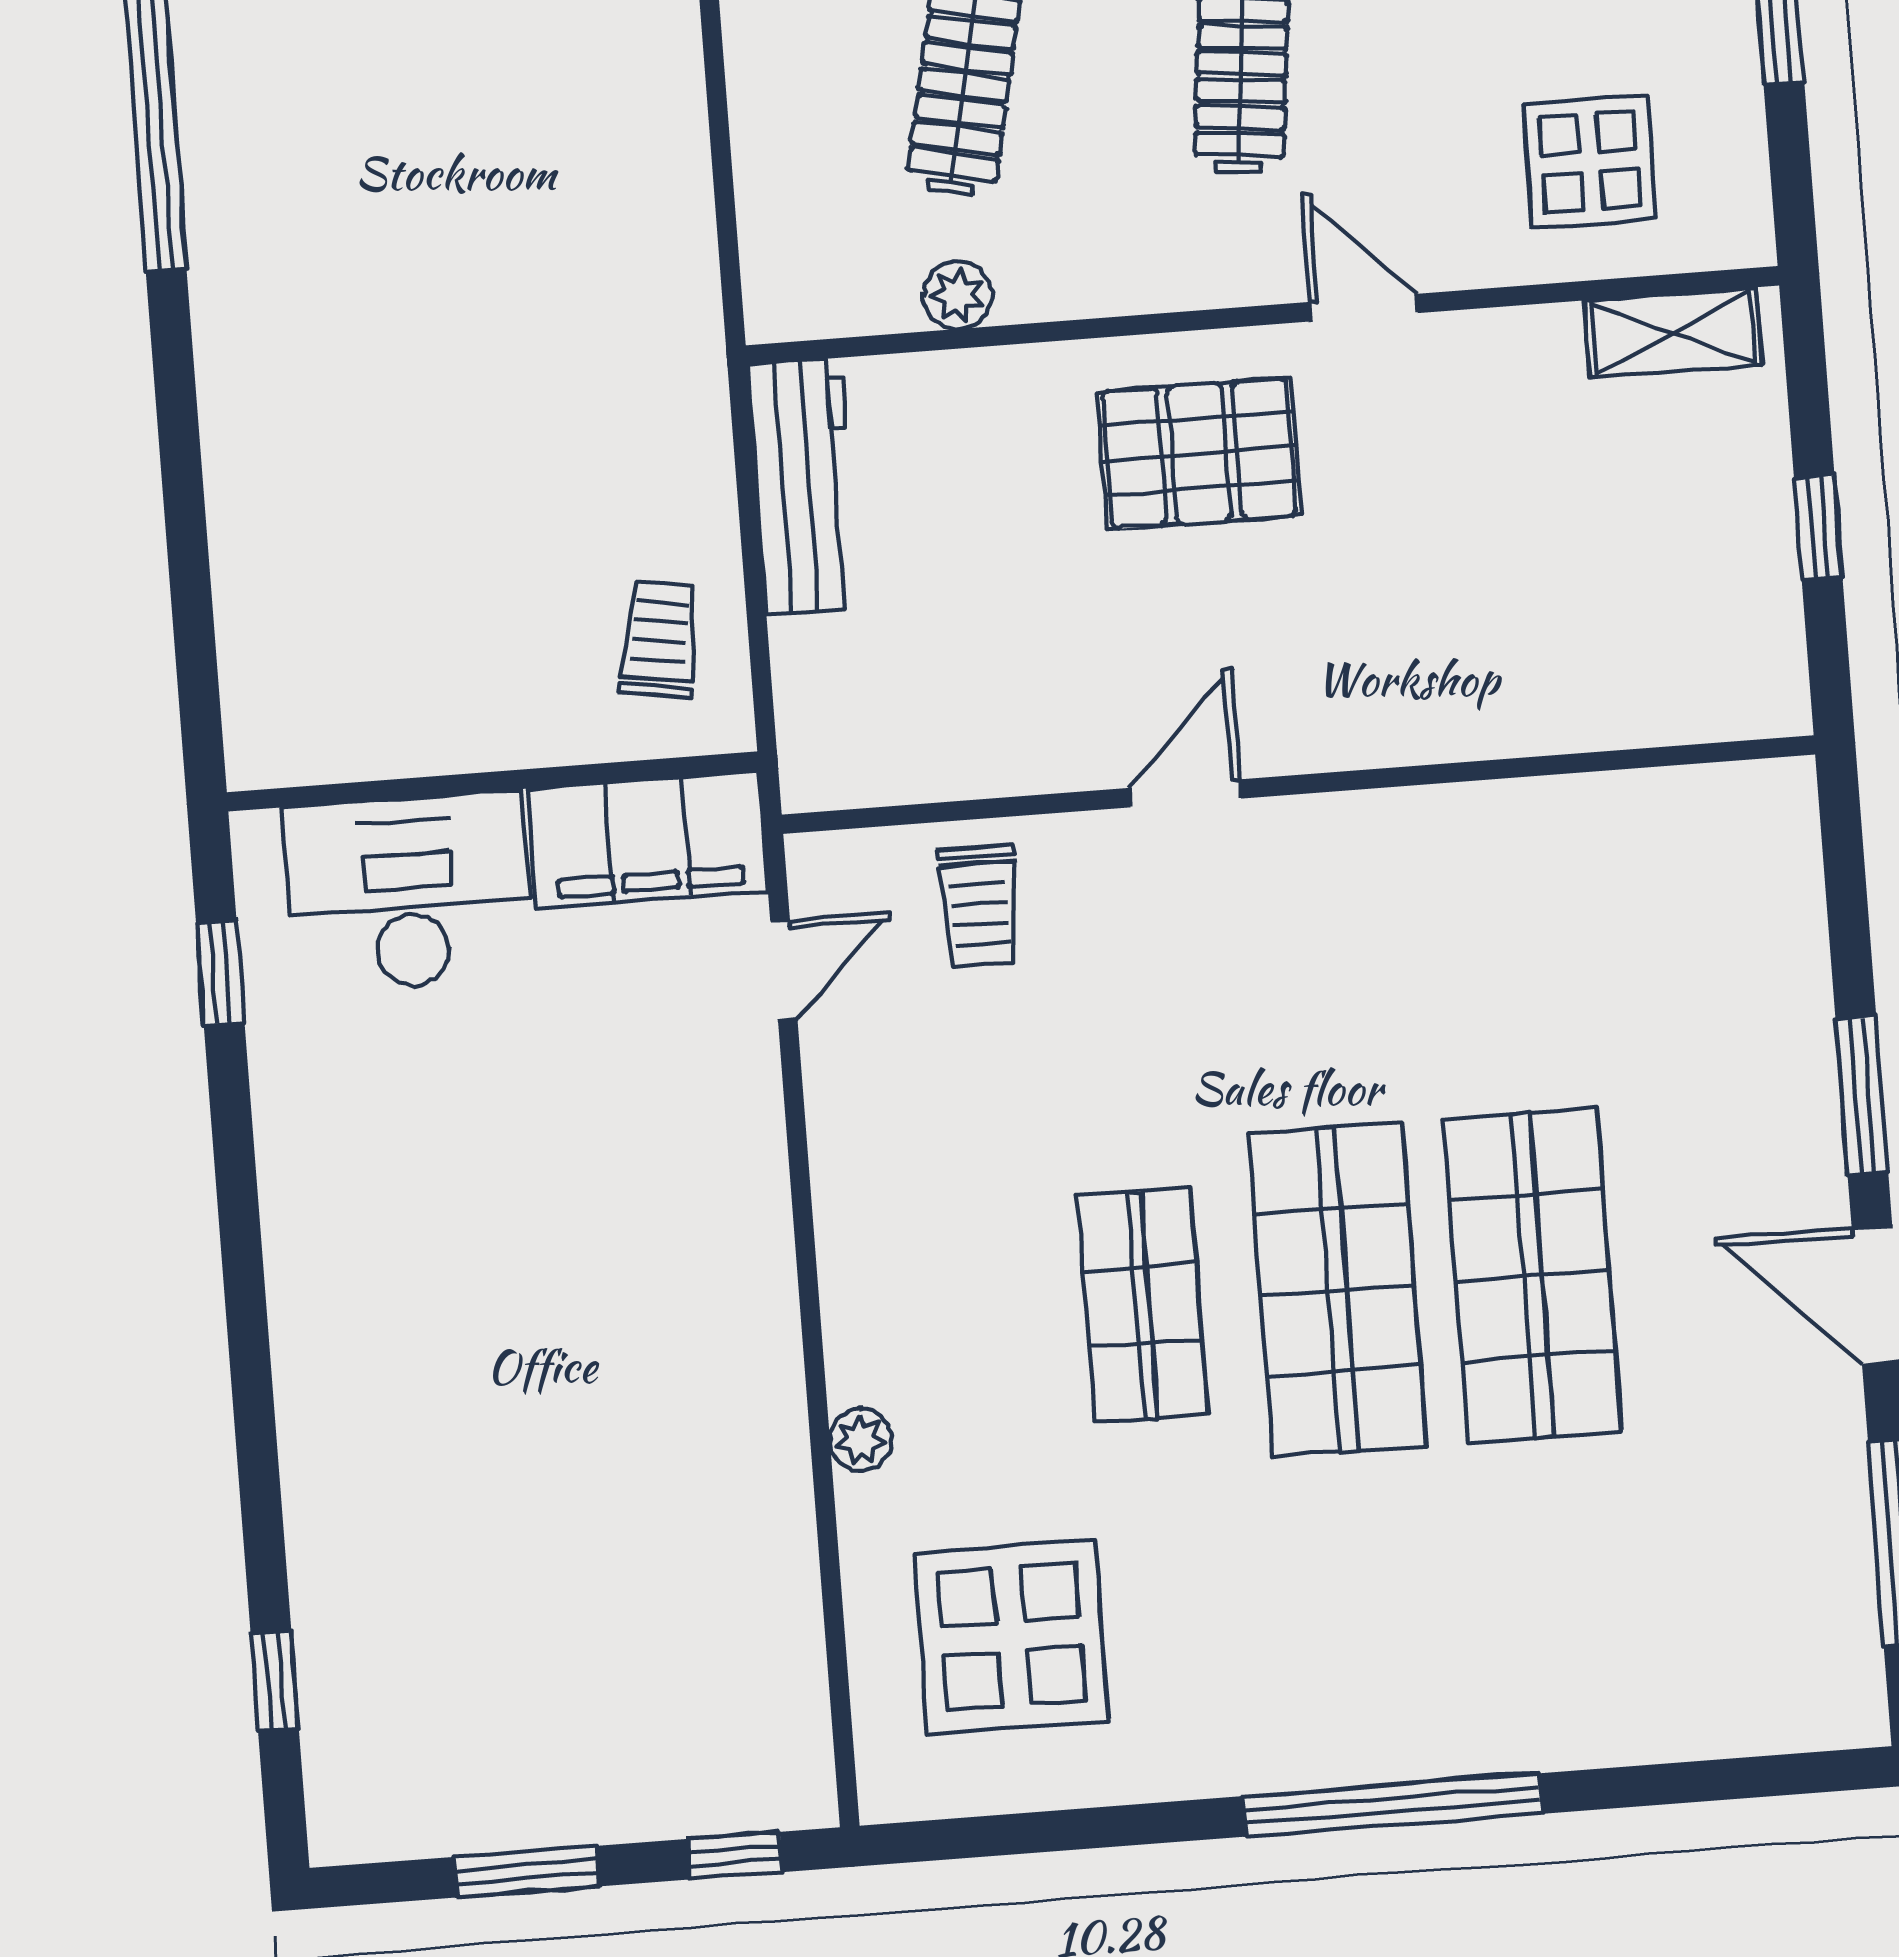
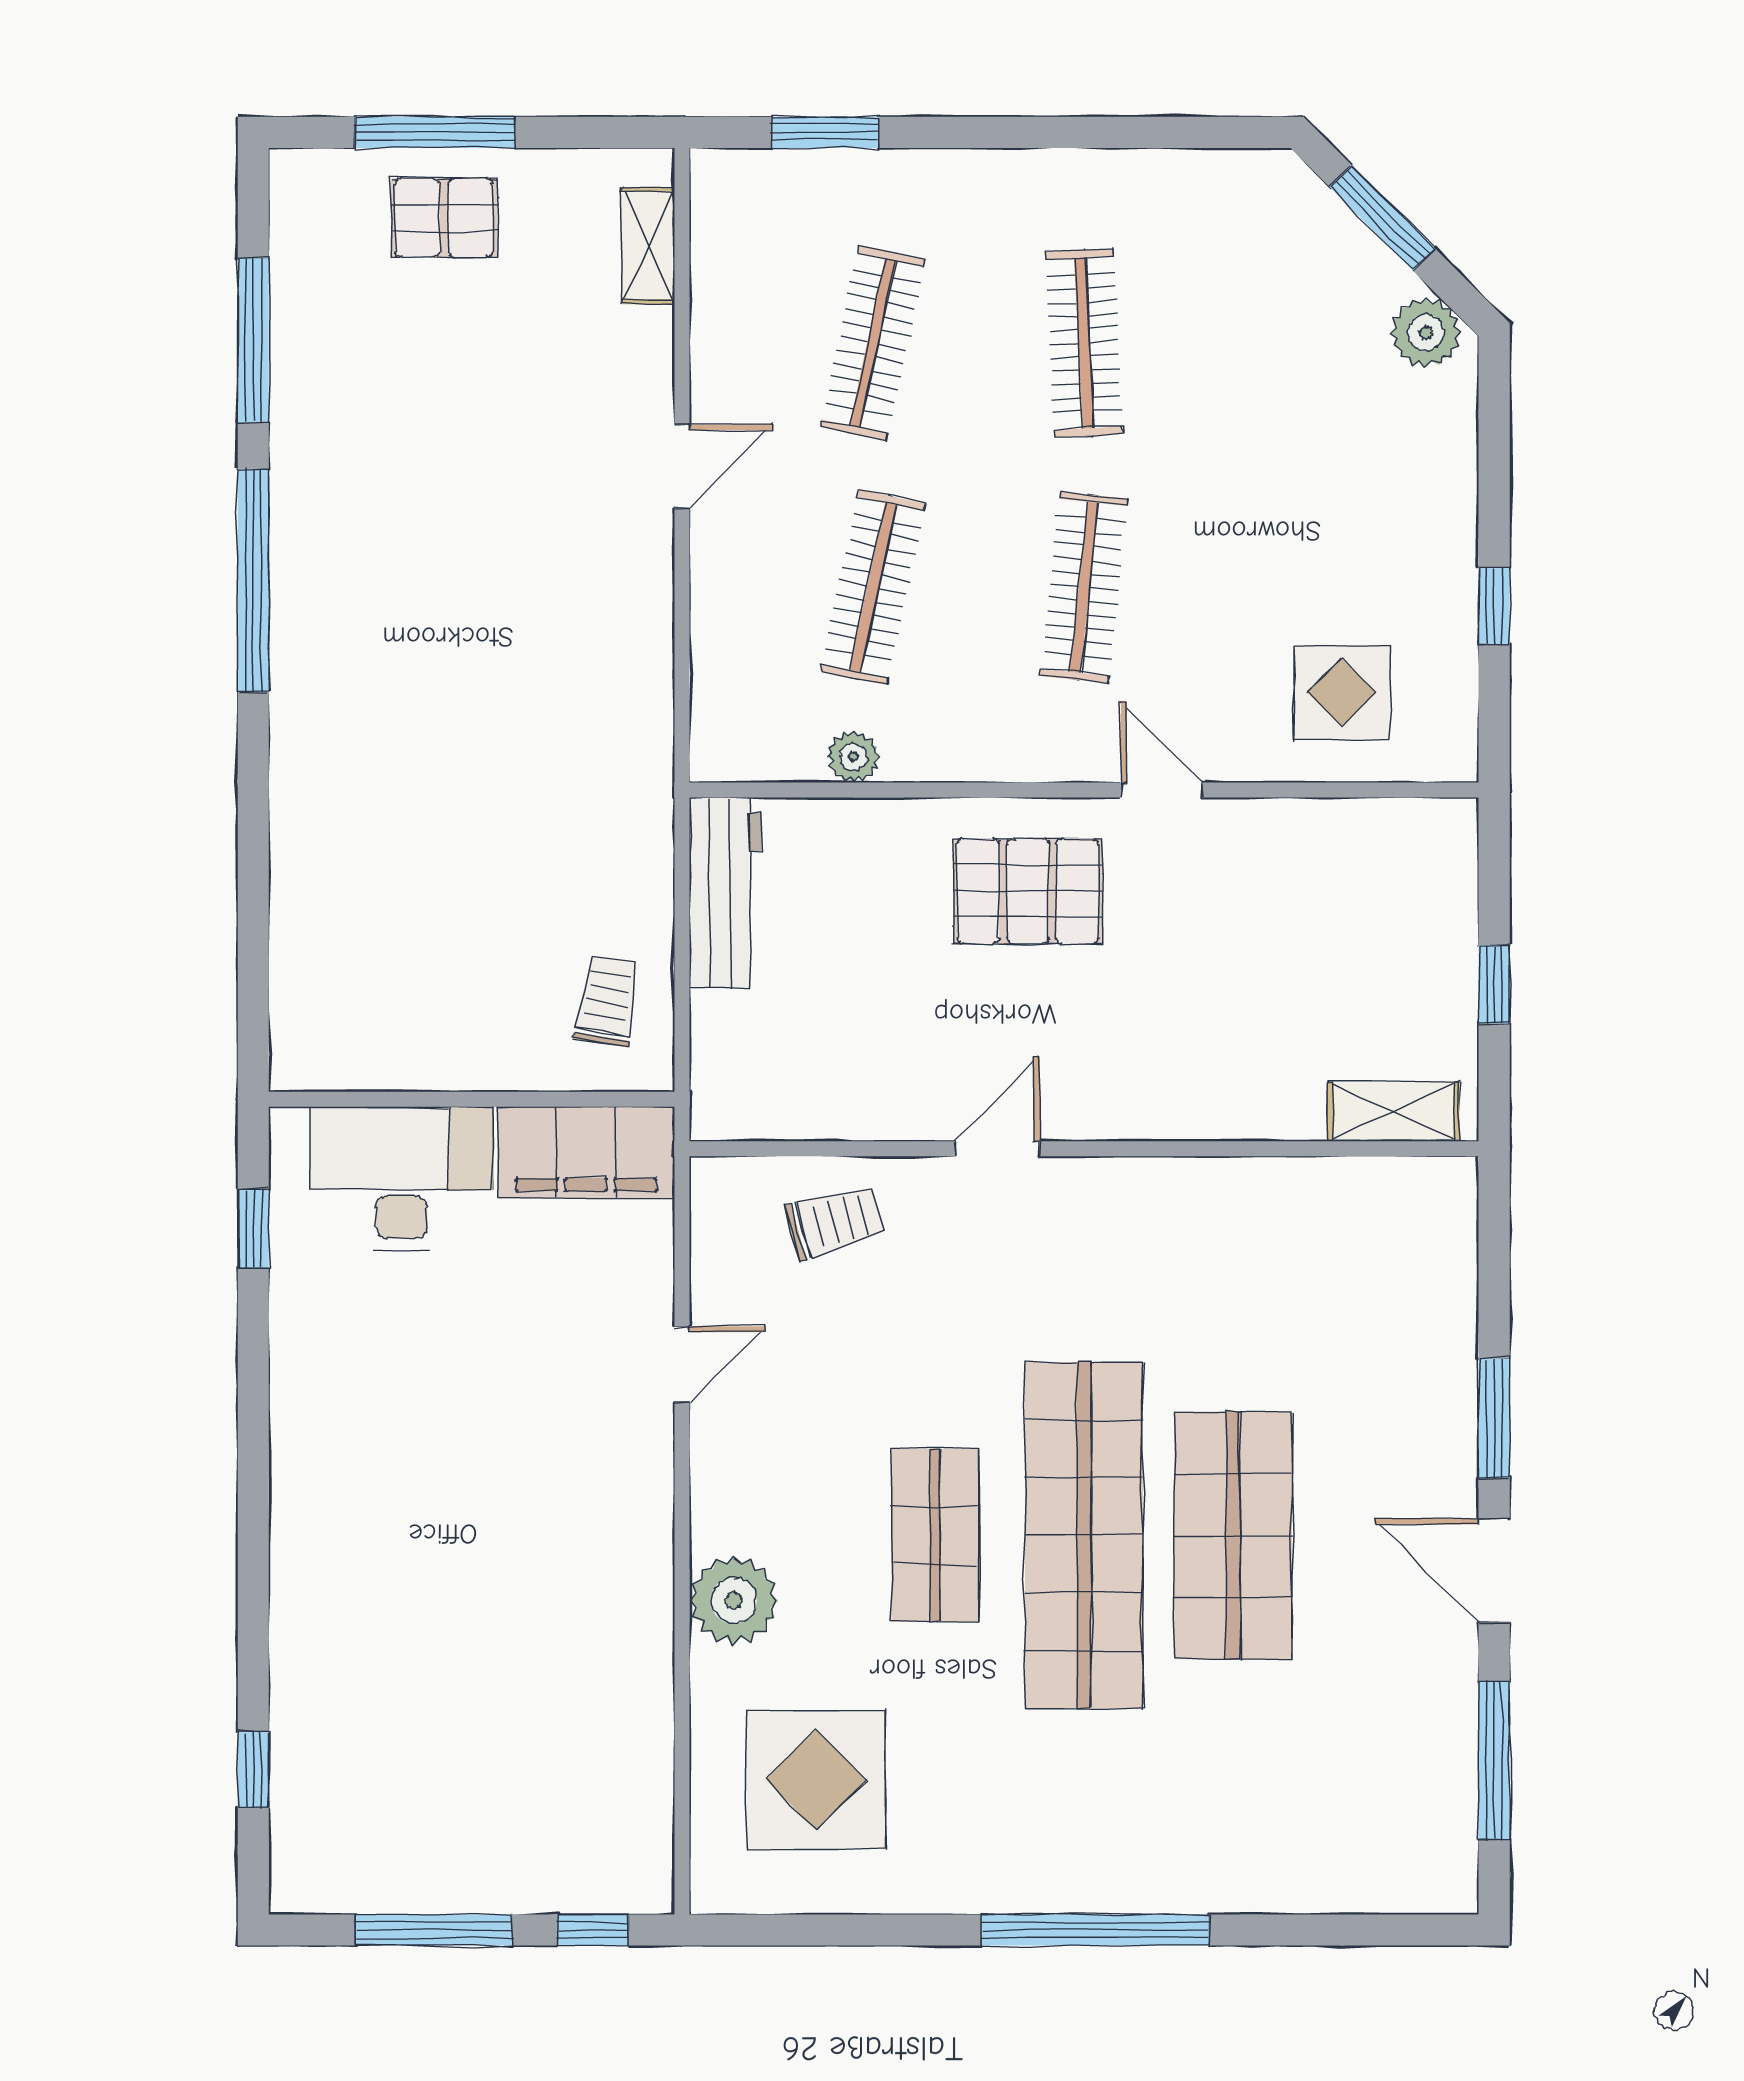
shelving: (1673, 333) -> (1393, 1112), moved
trolley: (980, 905) -> (835, 1222), turned -105
door: (784, 970) -> (682, 1364), moved
shop shelf: (1337, 1290) -> (1084, 1535), width x1.40
plant: (861, 1440) -> (734, 1601), width x1.87, depth x1.87
window: (527, 1872) -> (434, 1930), width x1.44

